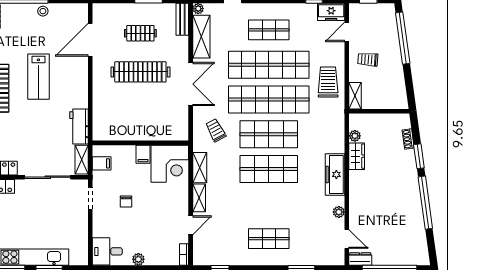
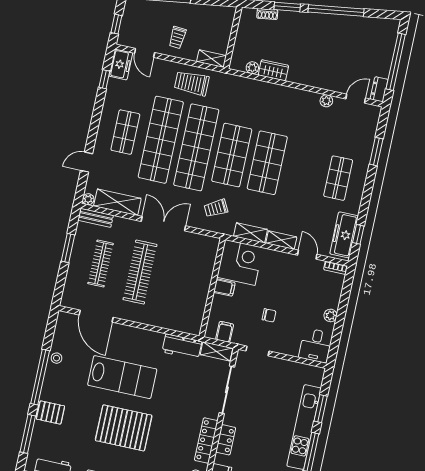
clothes rail: (140, 33) -> (101, 264), width x1.36
lab bench: (38, 77) -> (122, 377), width x1.36, depth x1.39
freezer: (335, 174) -> (344, 235), moved, turned 90

